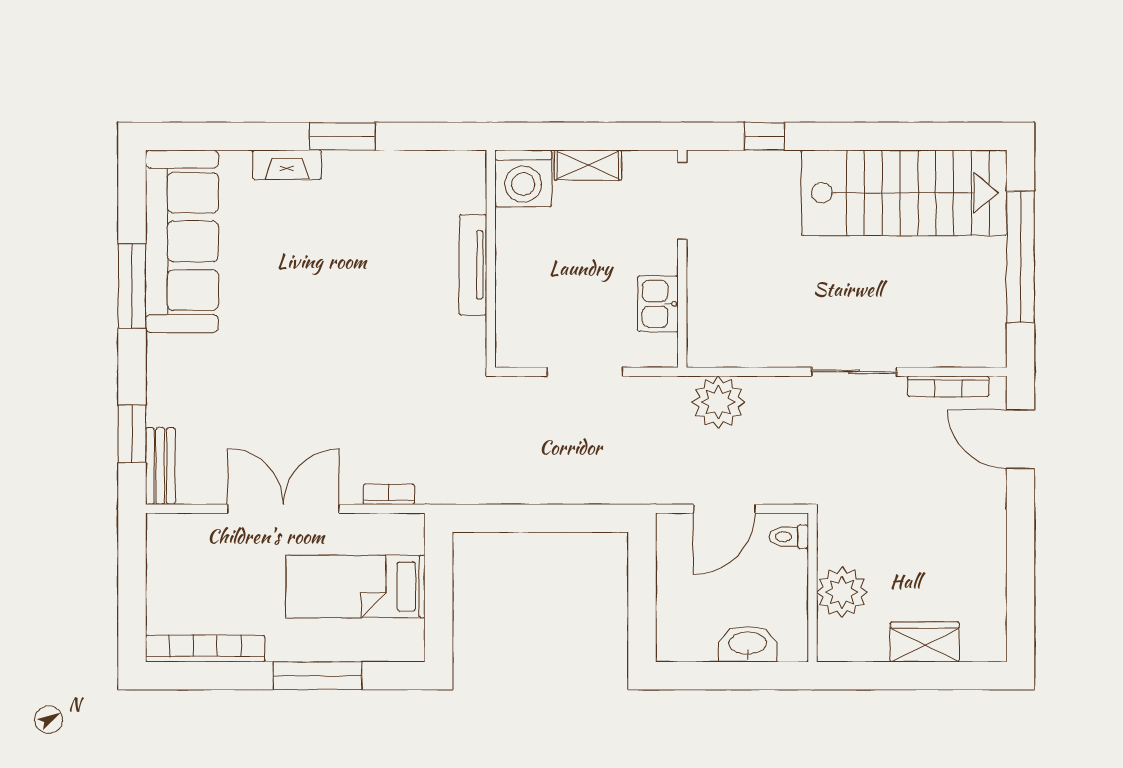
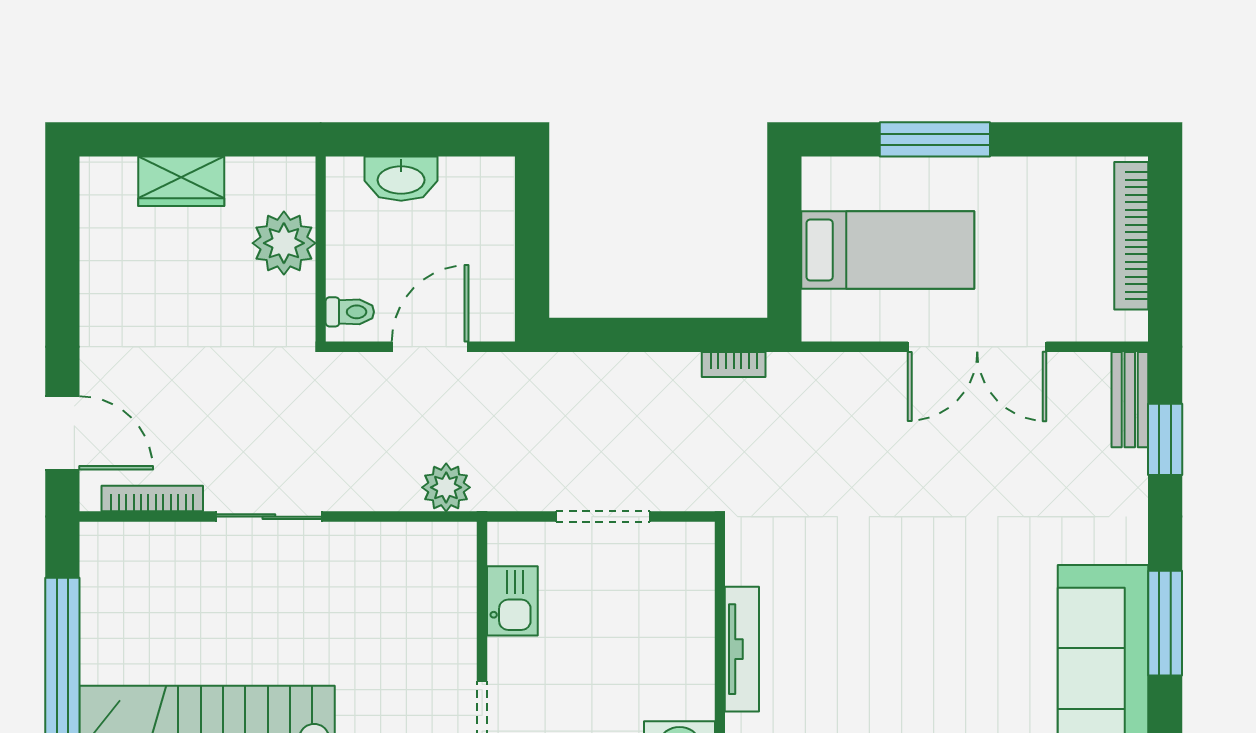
plant: (718, 402) -> (446, 487), width x0.73, depth x0.73
bookcase: (389, 494) -> (734, 364), moved
bookcase: (205, 648) -> (1131, 236), moved, turned 90

